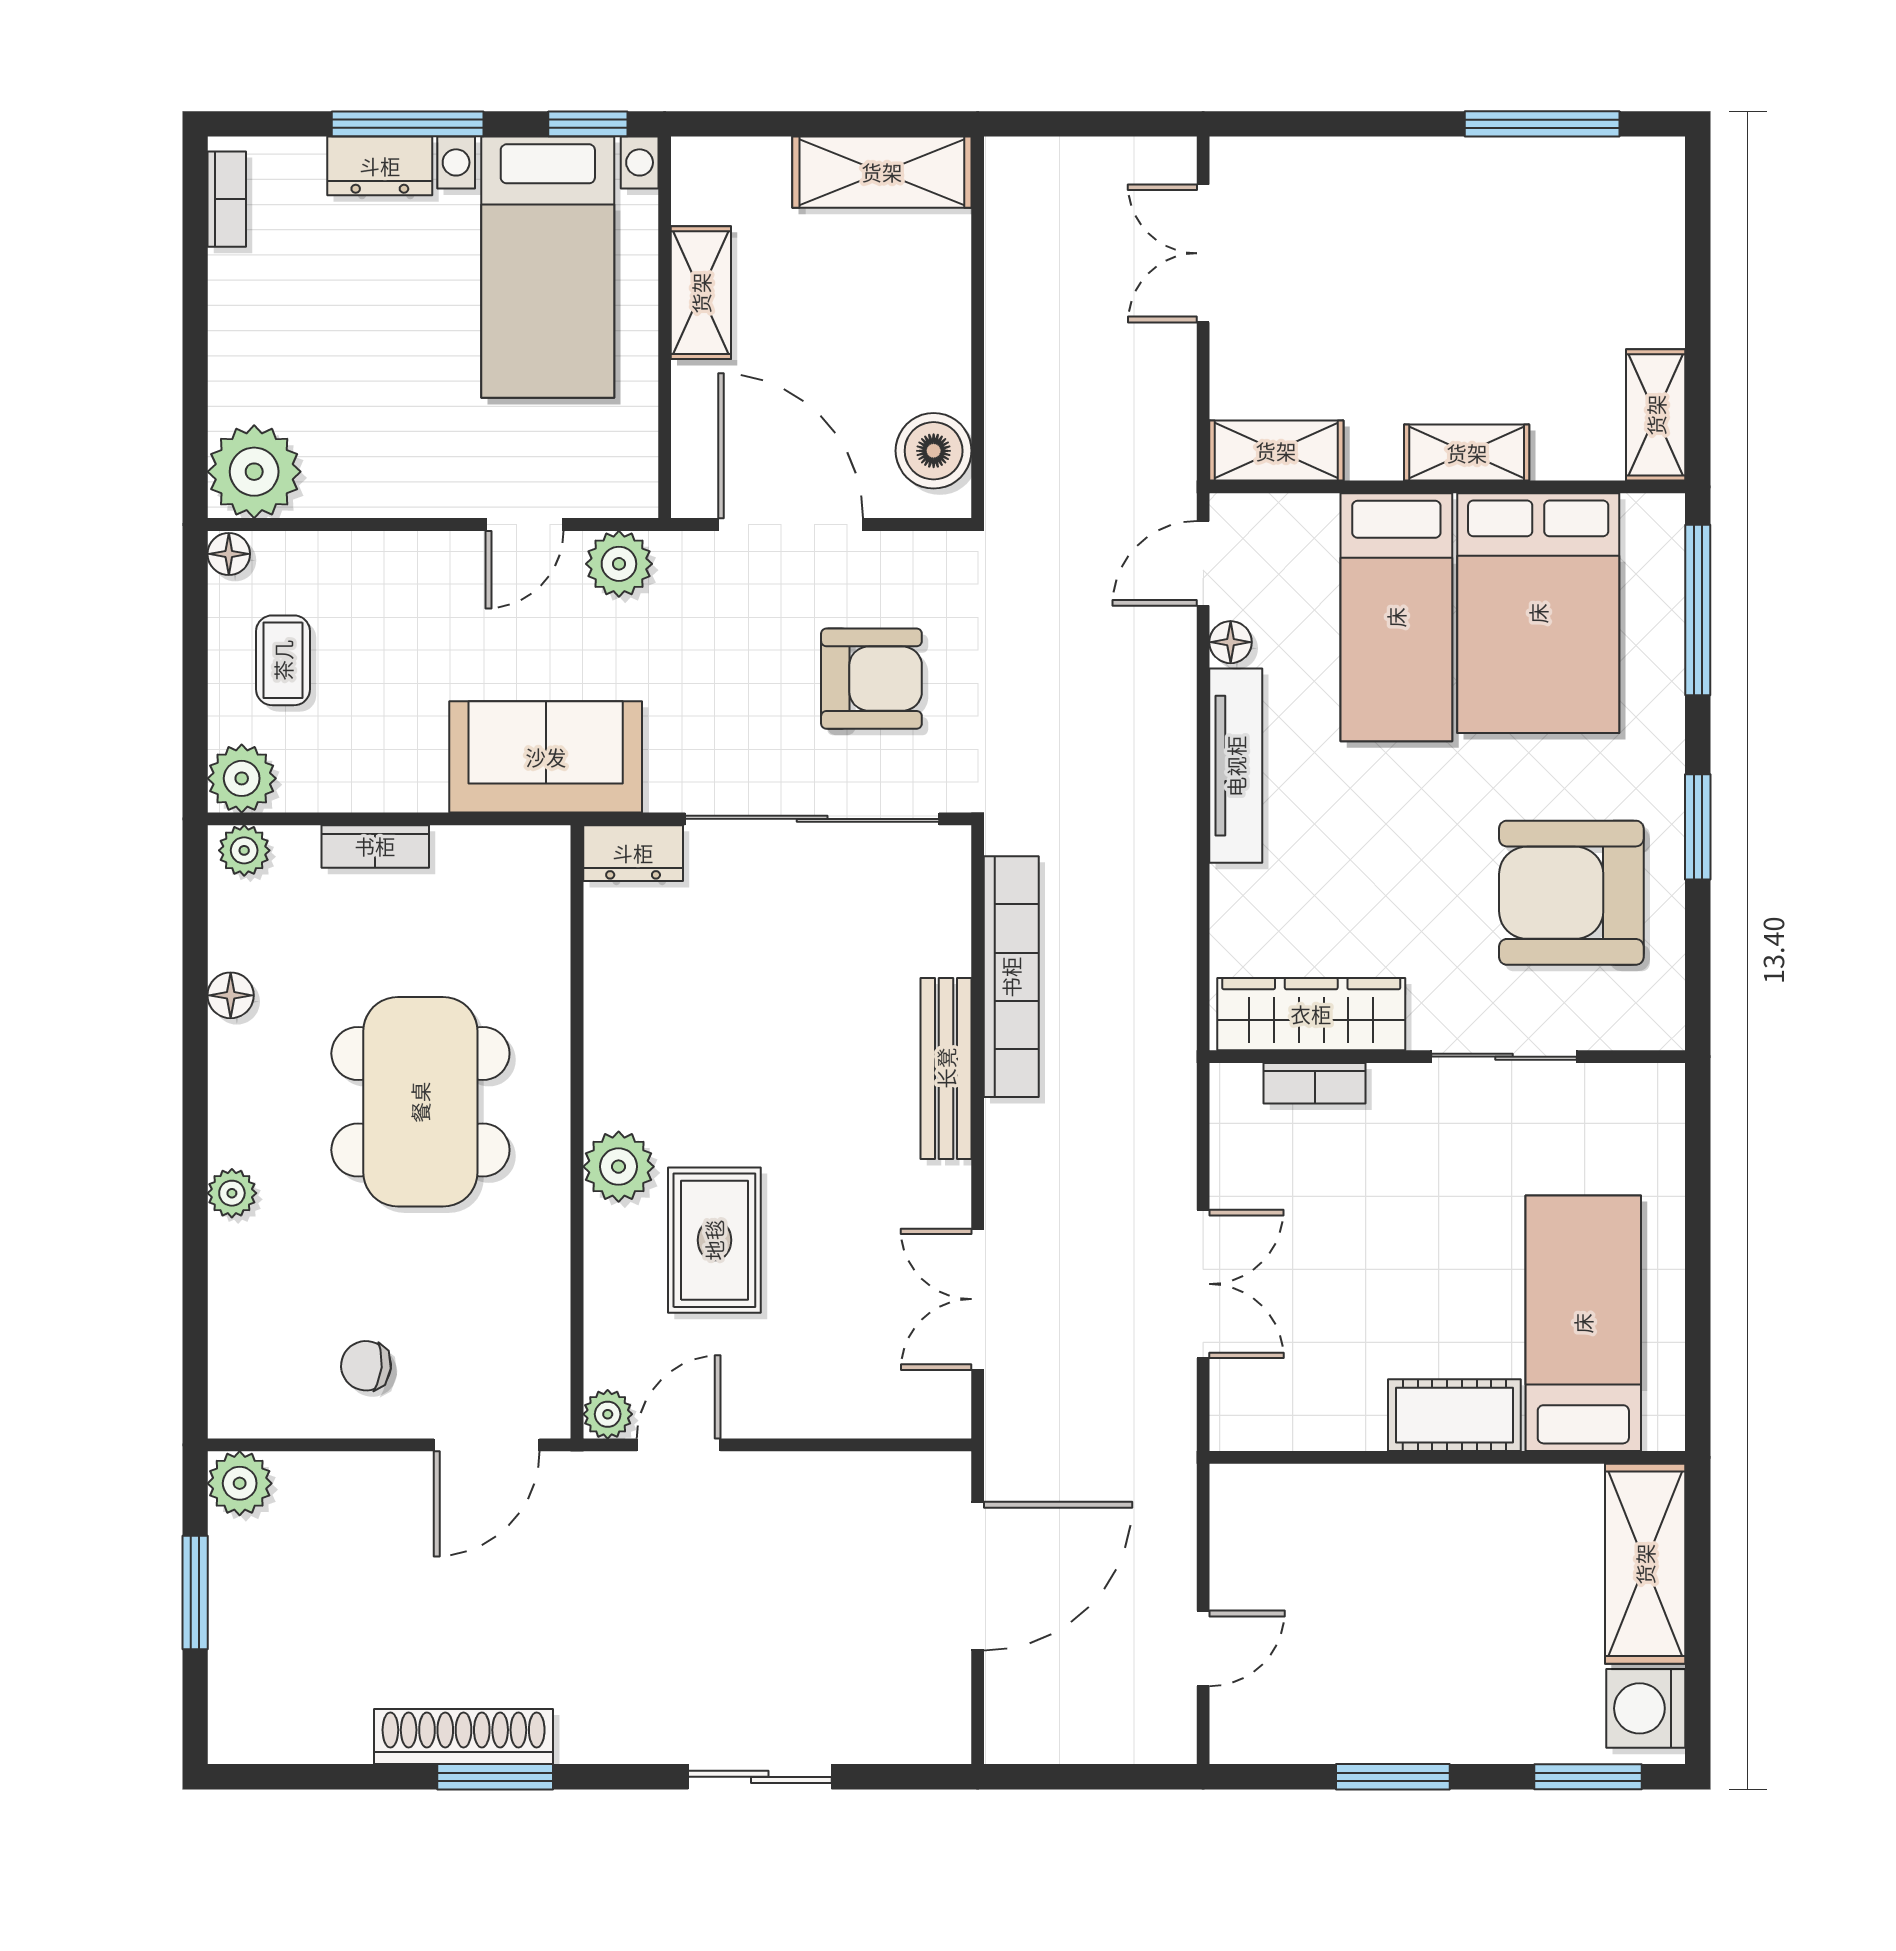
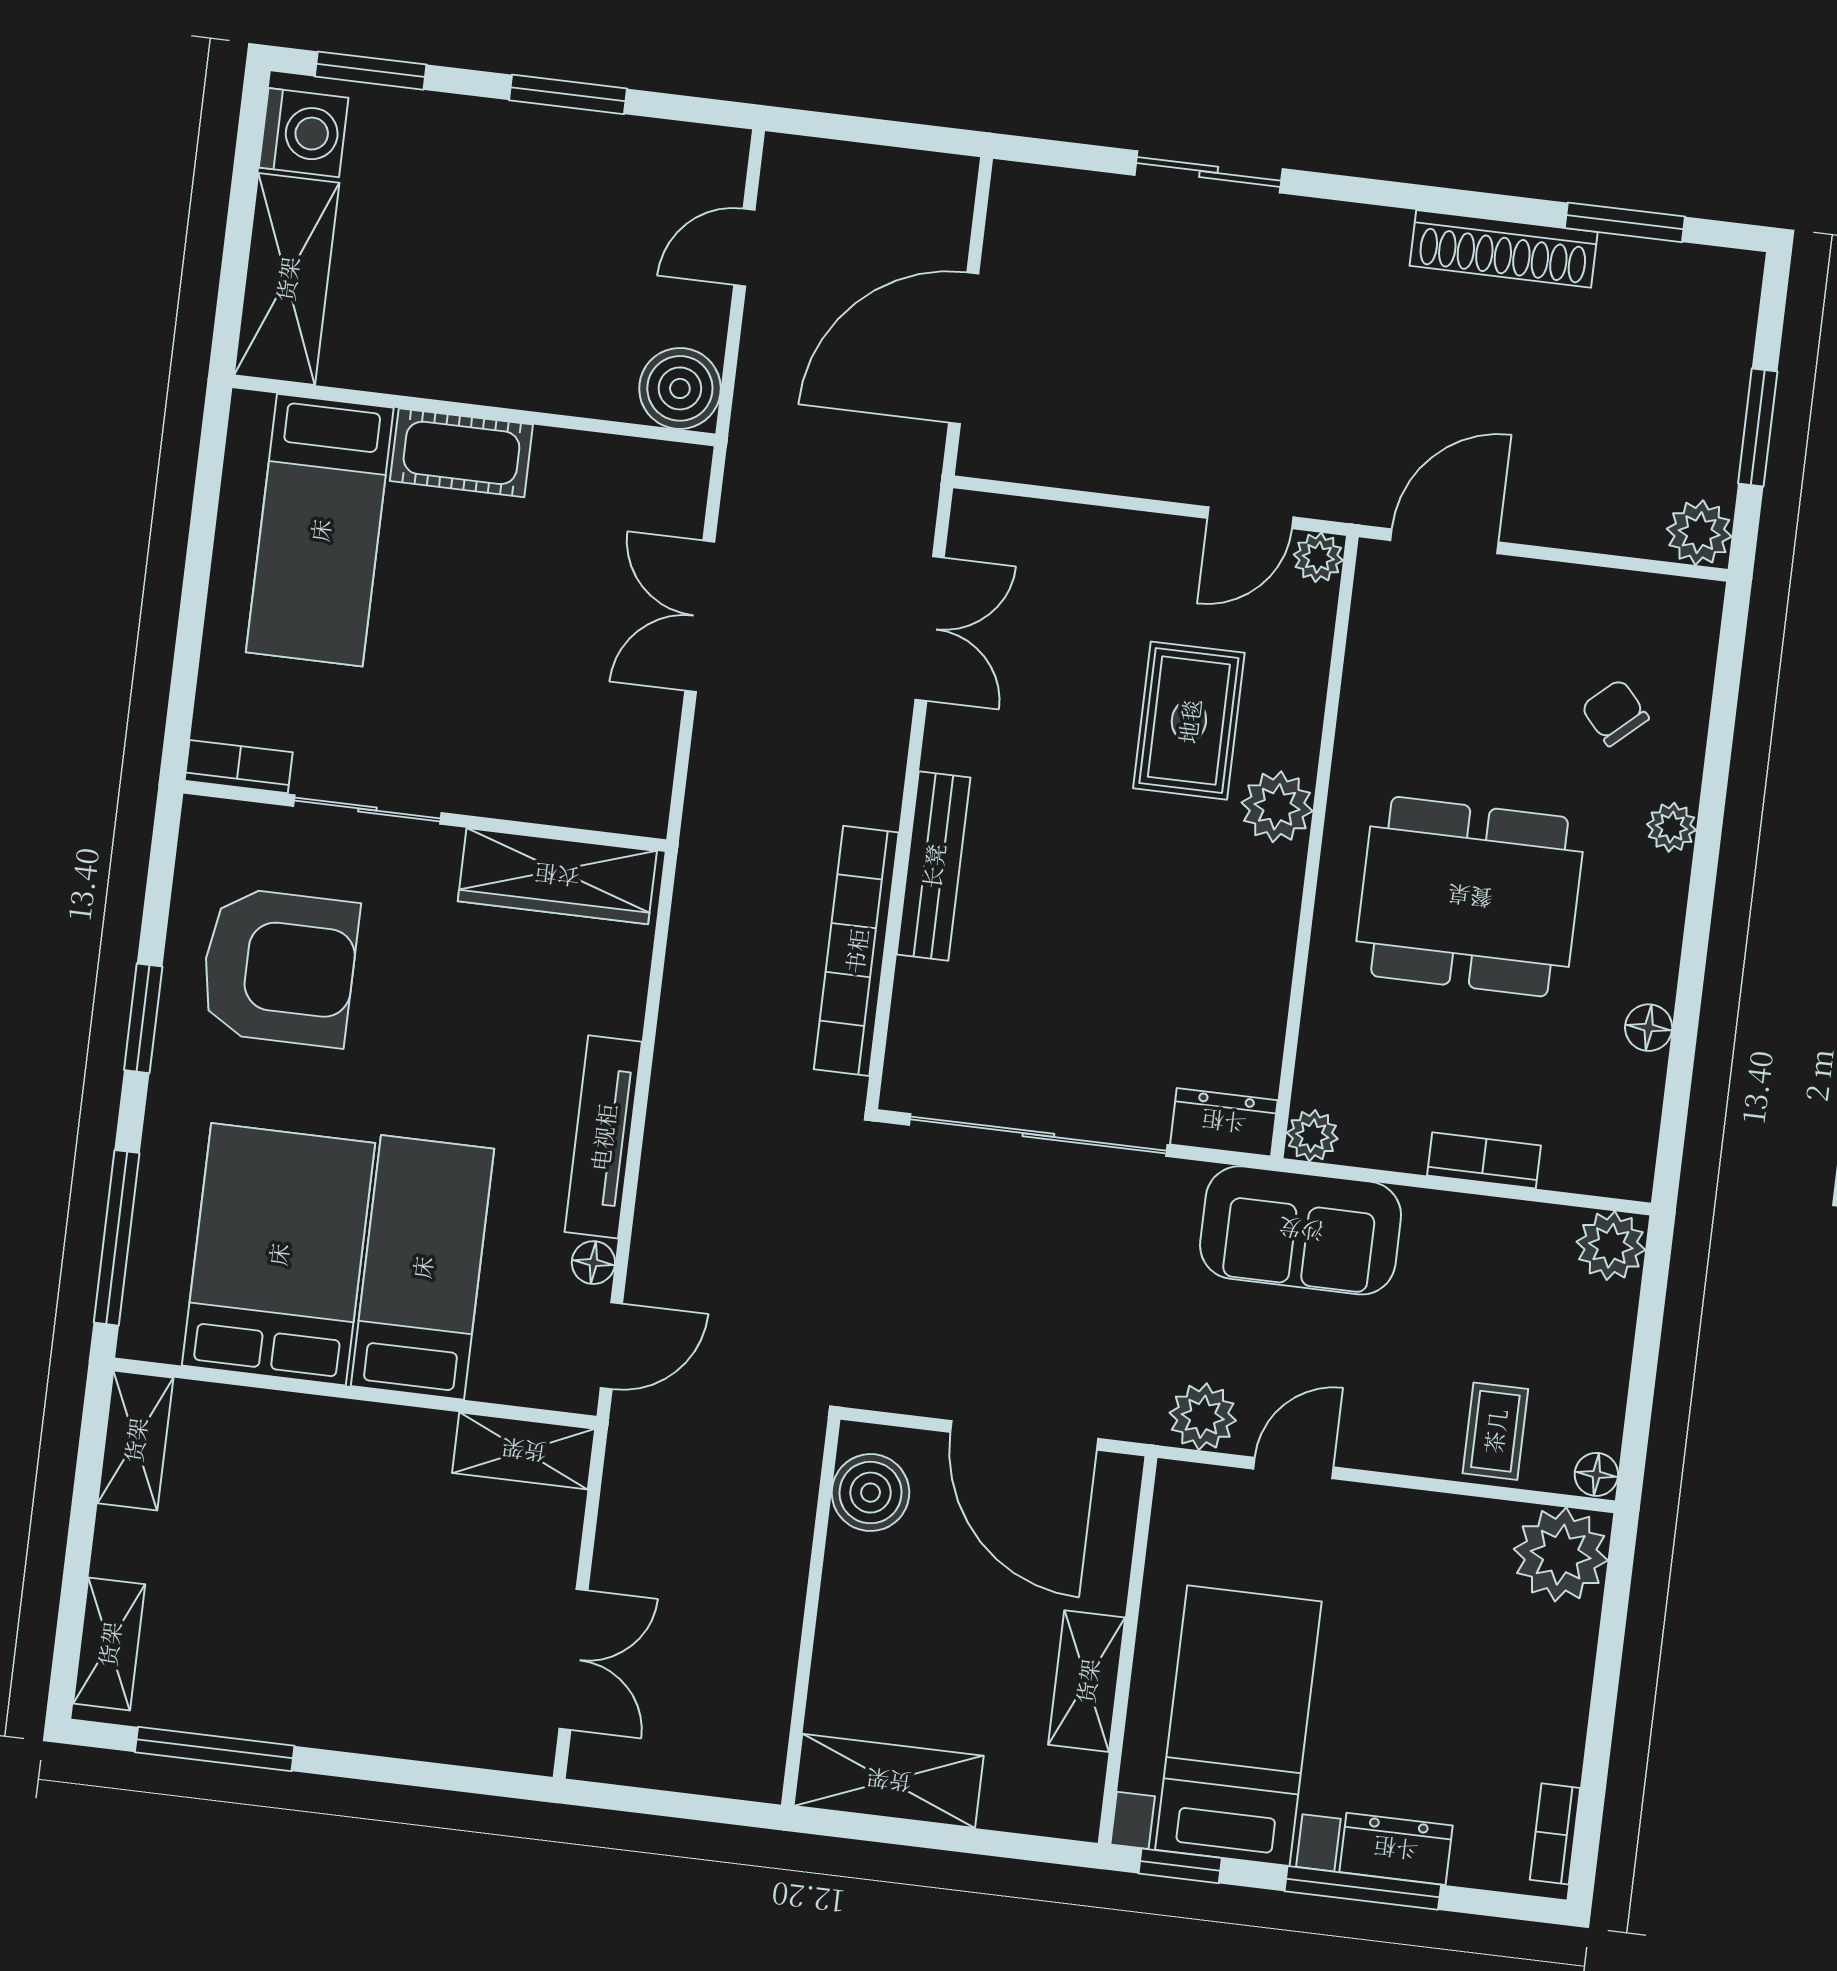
shelving: (1467, 453) -> (109, 1644), moved, turned 90
coffee table: (283, 660) -> (1495, 1431), moved
armchair: (871, 679) -> (961, 1270), removed
plant: (244, 850) -> (1312, 1136), moved
bookcase: (1315, 1083) -> (239, 767), moved
dining table: (420, 1102) -> (1470, 897), turned 90
chair: (366, 1366) -> (1615, 713), moved, turned -138
boiler: (1249, 1504) -> (680, 388), added
window: (495, 1777) -> (1625, 222), moved

